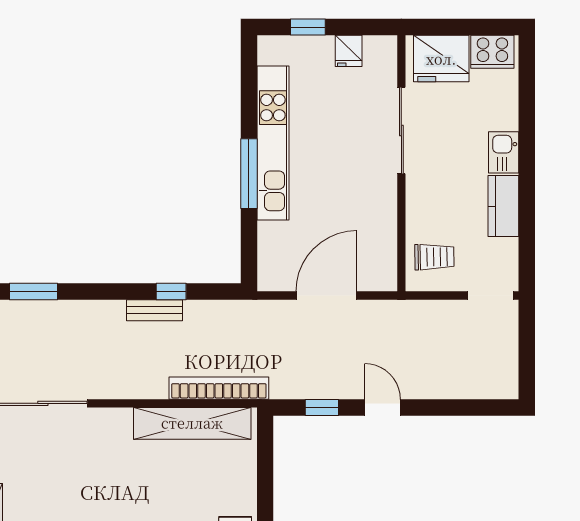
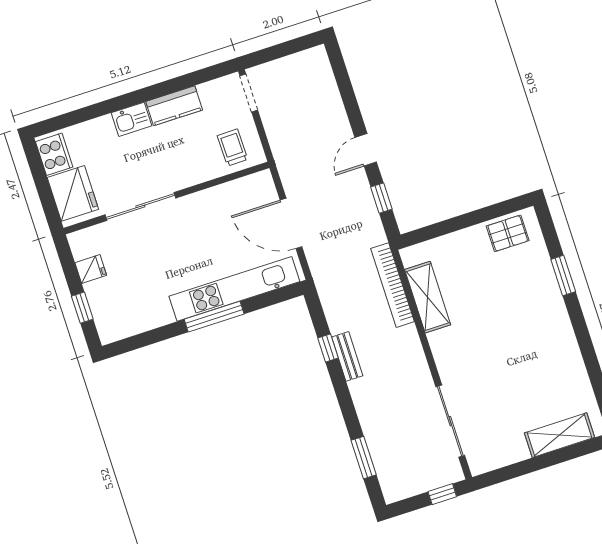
kitchen unit: (273, 143) -> (234, 289), moved
shelving: (192, 423) -> (428, 297), width x0.68

